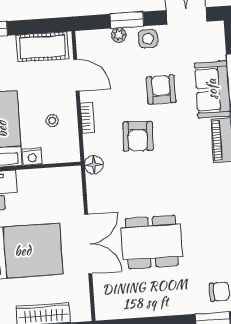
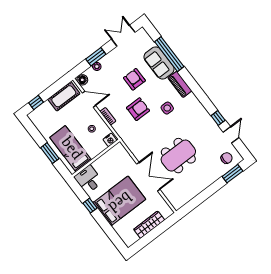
side table: (148, 39) -> (167, 108), moved
armchair: (138, 136) -> (138, 109), turned -93
nightstand: (32, 157) -> (110, 140), moved
floor lamp: (94, 165) -> (82, 80), moved

